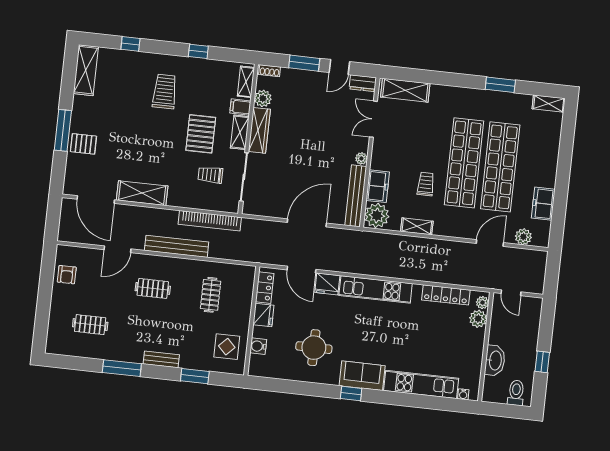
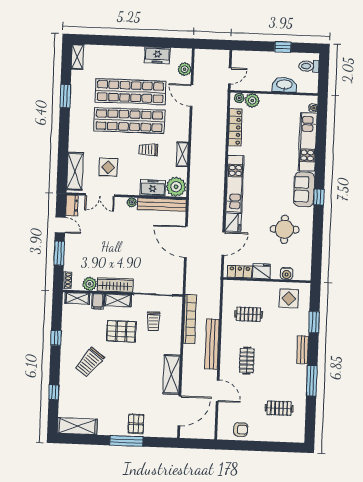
trolley: (165, 91) -> (90, 362), turned -52
display table: (408, 132) -> (108, 167), added
clothes rail: (90, 325) -> (279, 408), turned 90

